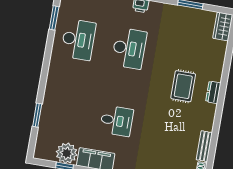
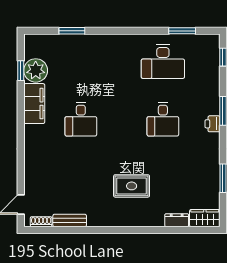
desk: (129, 48) -> (163, 119), width x0.73
dresser: (213, 92) -> (177, 220), moved

